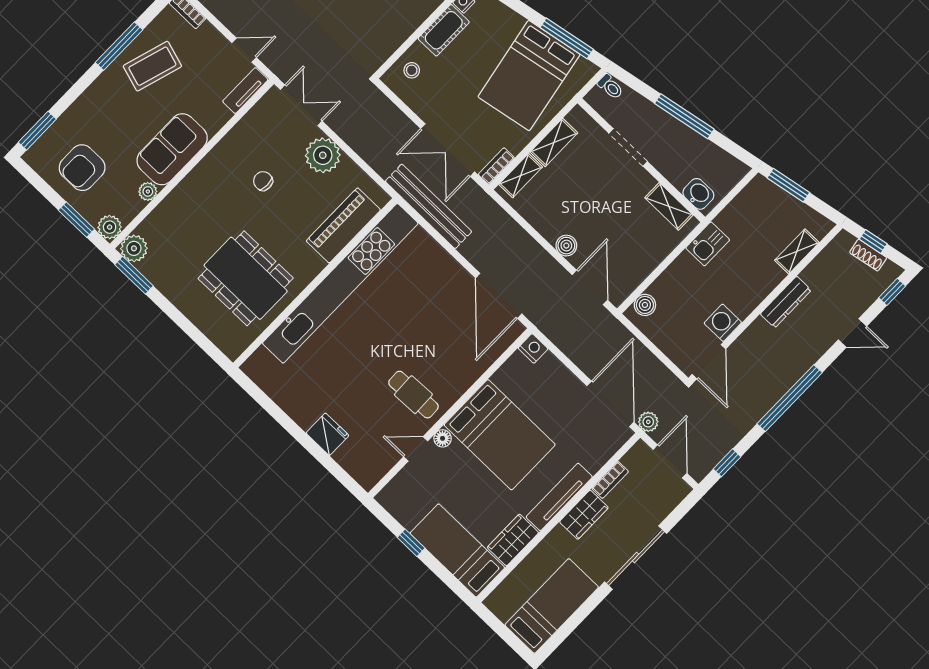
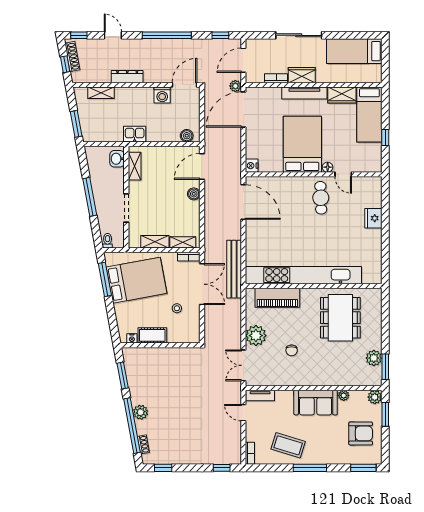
window: (119, 46) -> (310, 468), moved
stool: (412, 70) -> (177, 308), moved
plant: (134, 248) -> (374, 358), moved
shoe rack: (868, 255) -> (72, 56), width x1.43
door: (499, 296) -> (243, 202), hinge flipped

